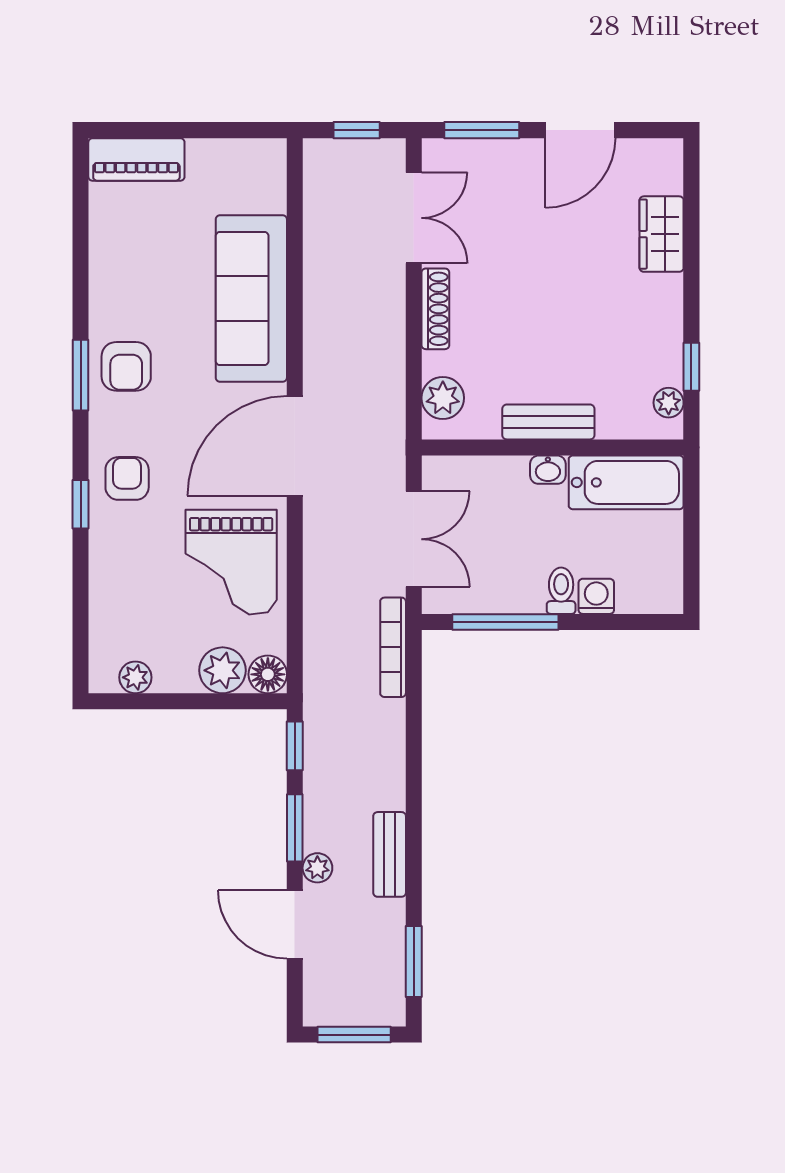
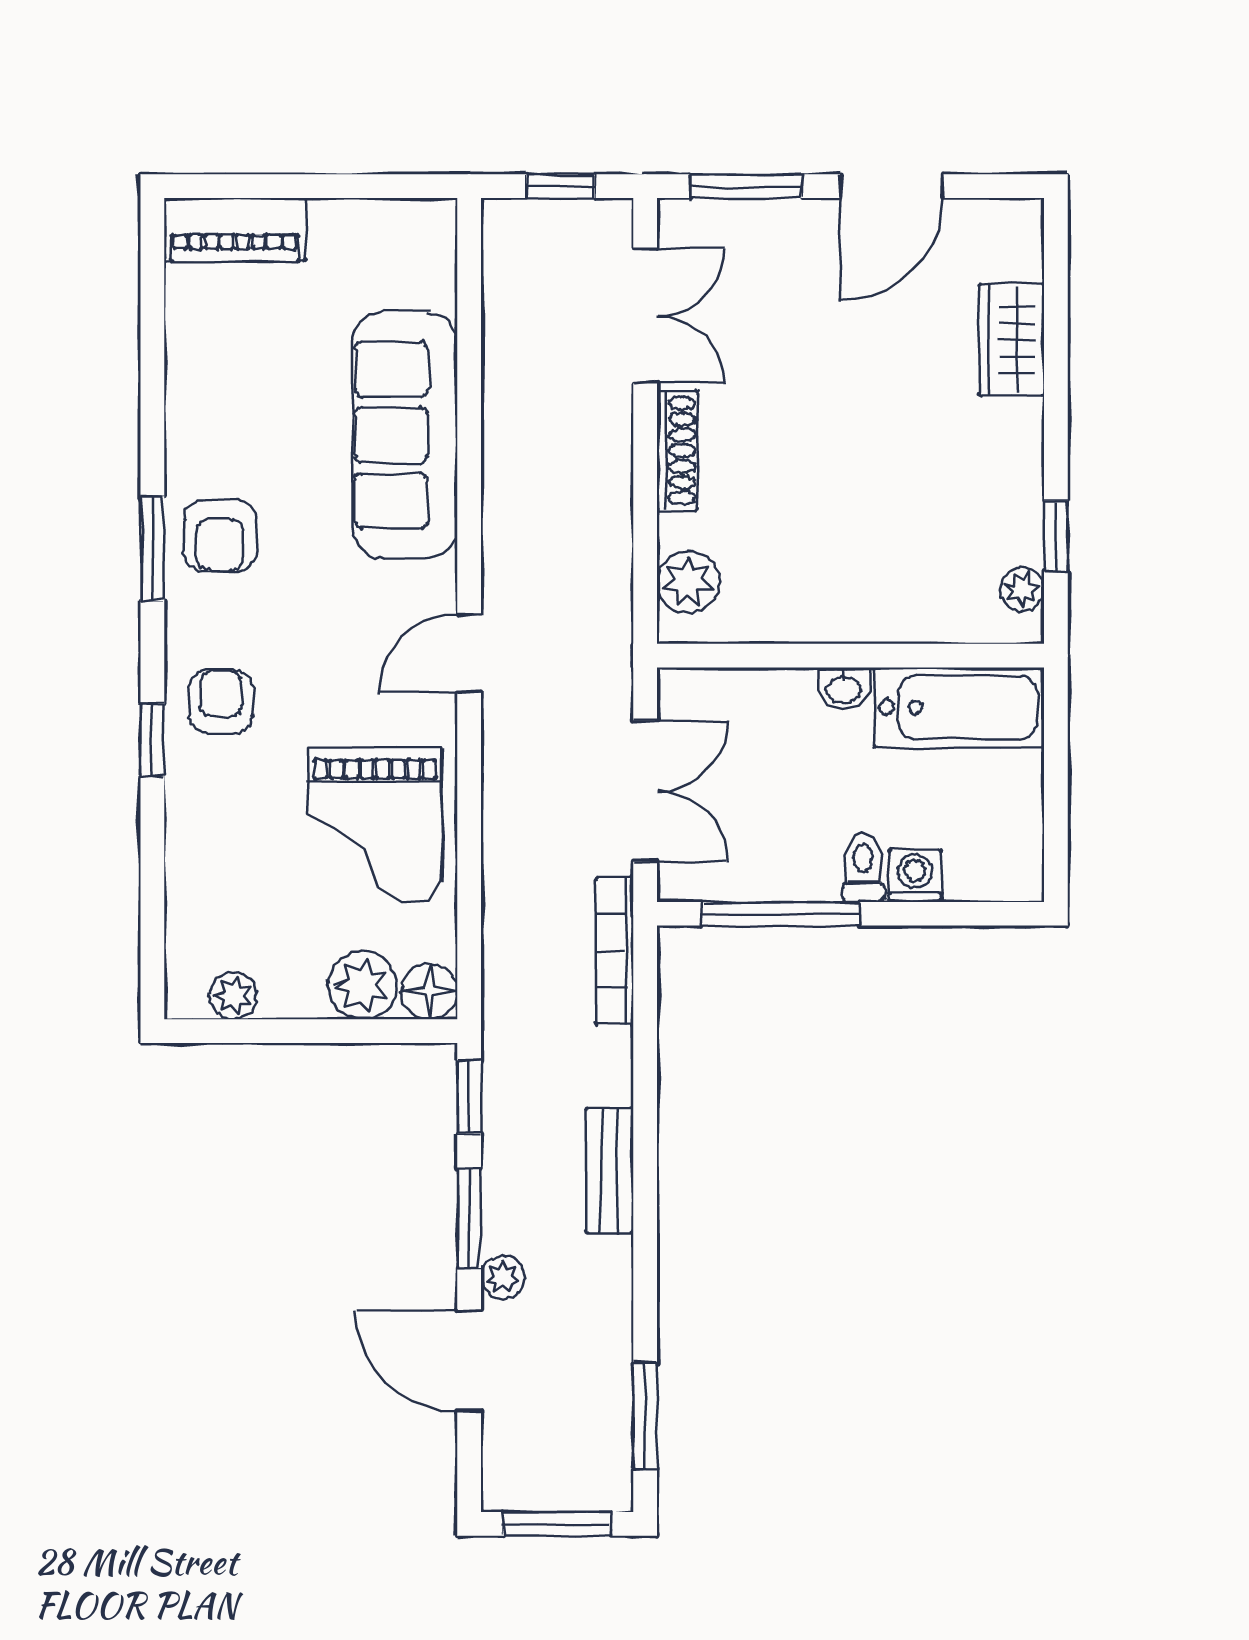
bench: (548, 422) -> (844, 618), removed
door: (295, 446) -> (469, 653), width x0.53
bench: (390, 854) -> (609, 1171), moved

